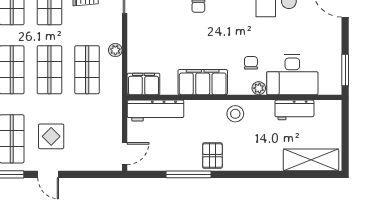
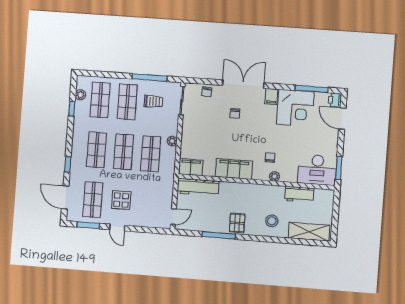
desk: (292, 75) -> (317, 170), moved
stool: (235, 114) -> (272, 221), moved

